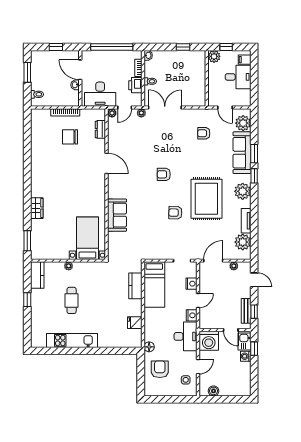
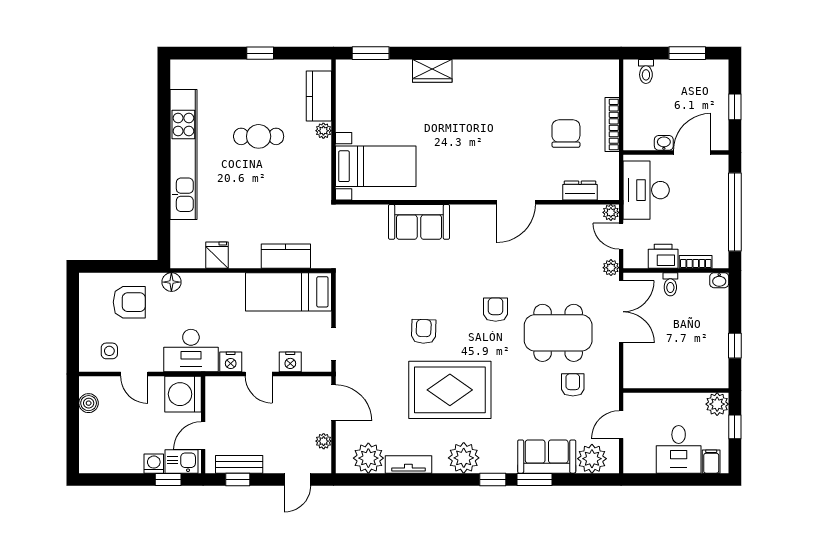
dining table: (176, 141) -> (558, 333), added
sofa: (242, 153) -> (547, 457), width x0.73
kitchen counter: (37, 275) -> (319, 96), moved, turned 90
kitchen unit: (72, 340) -> (183, 154), width x1.36

